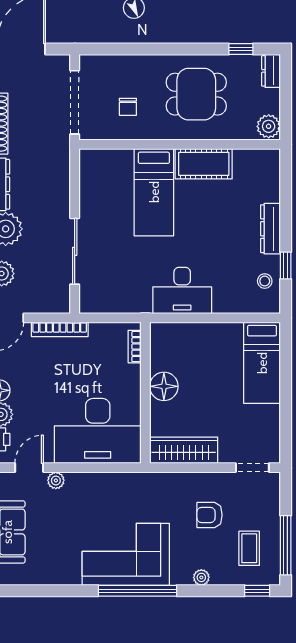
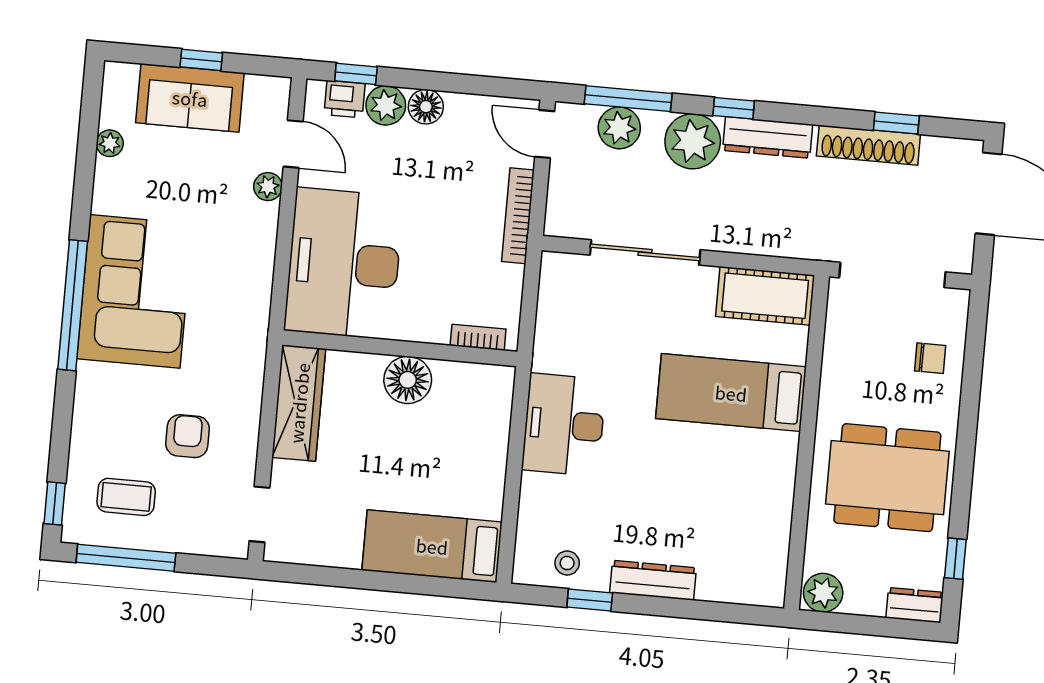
dining table: (196, 94) -> (887, 478), width x1.38
chair: (128, 107) -> (930, 358), moved, turned 180
cot: (204, 164) -> (765, 296), moved, turned 90
plant: (201, 577) -> (110, 143), moved

